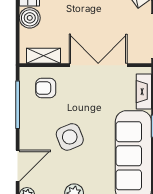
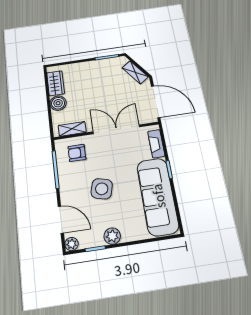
side table: (70, 137) -> (102, 189), turned 37
door: (18, 166) -> (61, 220), hinge flipped

